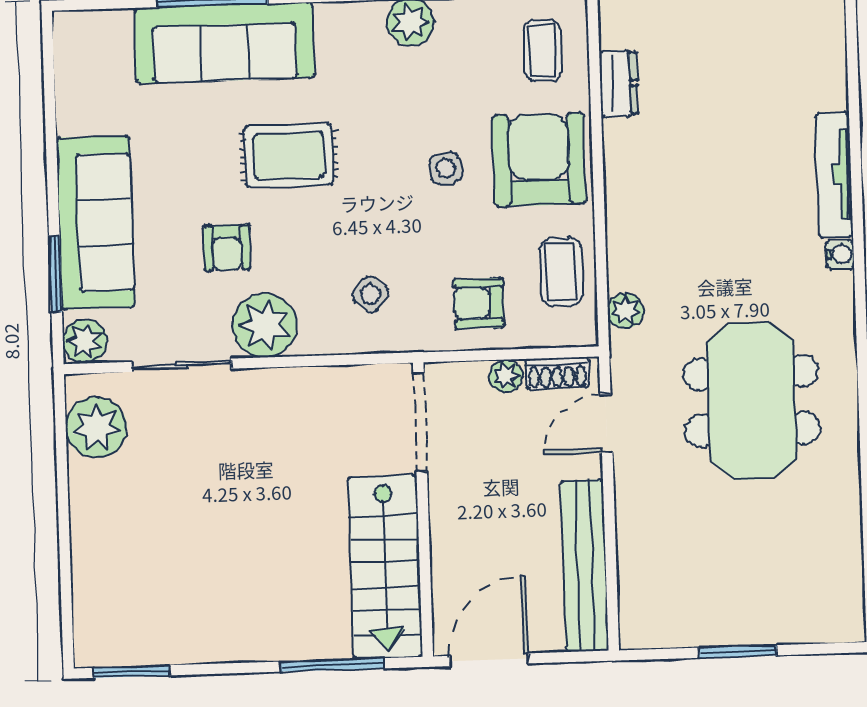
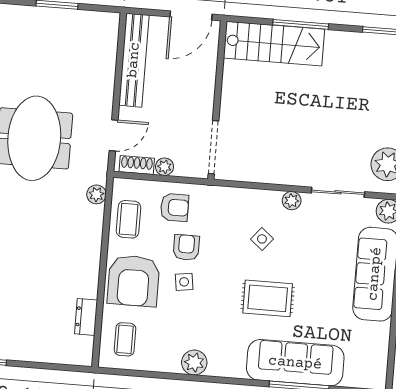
armchair: (227, 248) -> (186, 247), moved
side table: (371, 294) -> (262, 239), moved
plant: (265, 325) -> (292, 201), width x0.53, depth x0.53
stairs: (385, 567) -> (274, 44), moved, turned 90
window: (333, 665) -> (301, 24), moved

